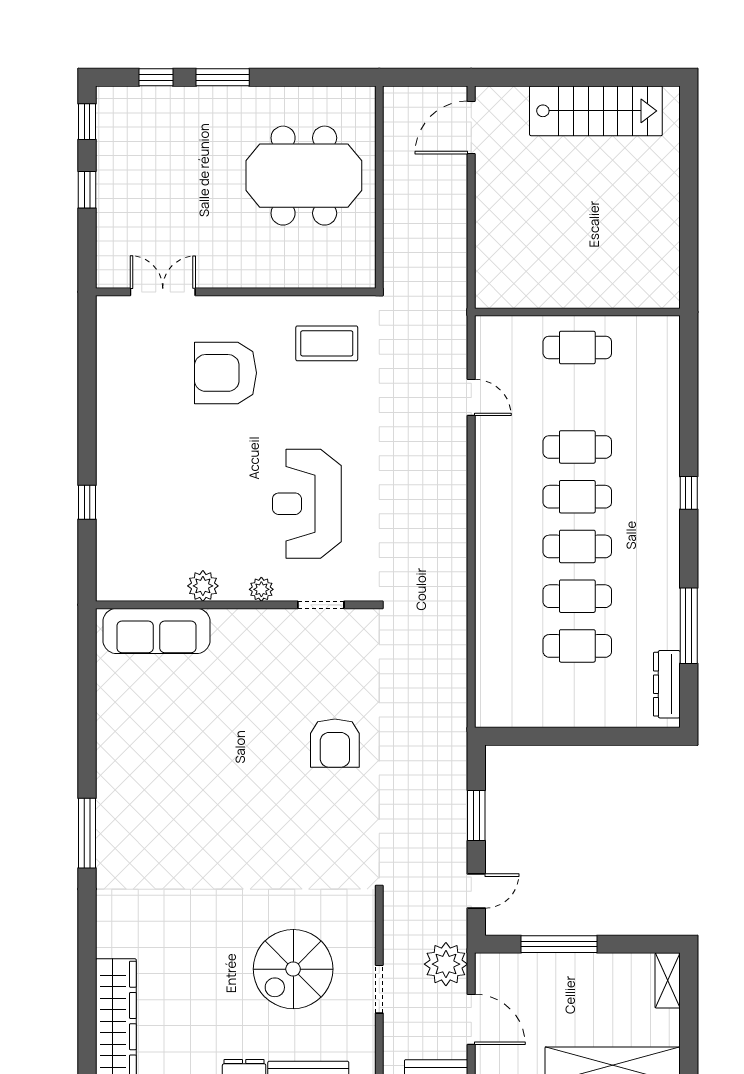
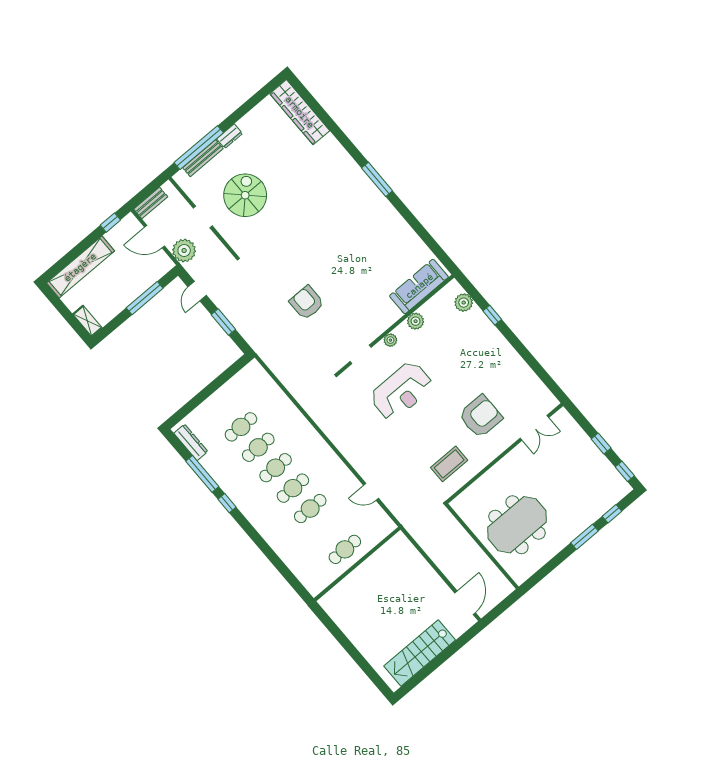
window: (689, 493) -> (227, 503), moved
reception desk: (307, 504) -> (401, 391), turned 90
plant: (112, 554) -> (464, 303), added

